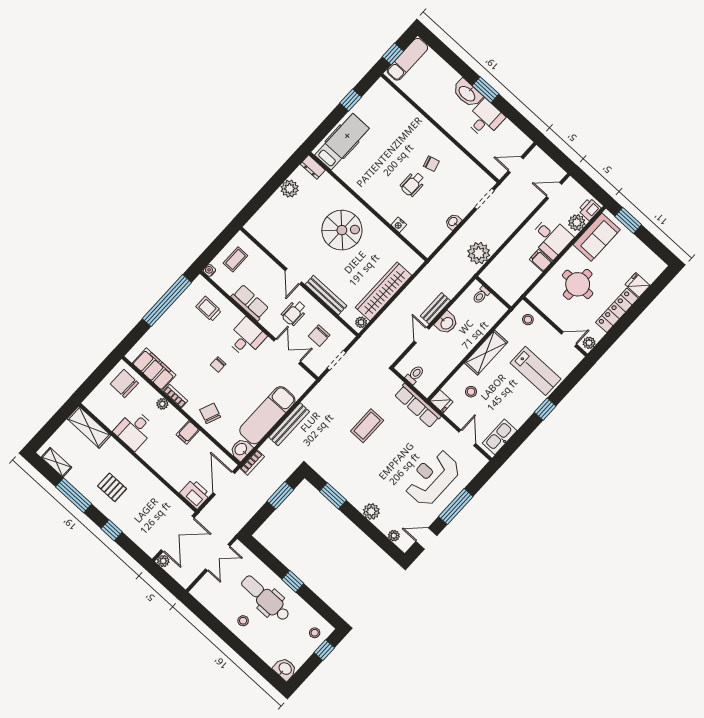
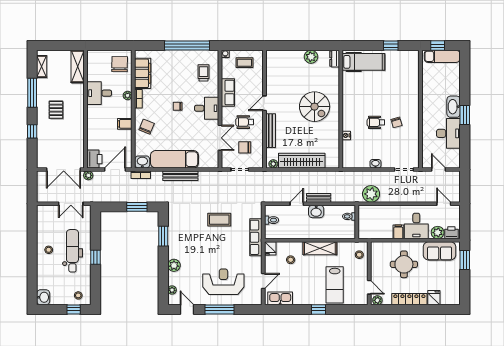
desk: (485, 119) -> (448, 133), width x1.37
plant: (163, 561) -> (88, 175), moved

